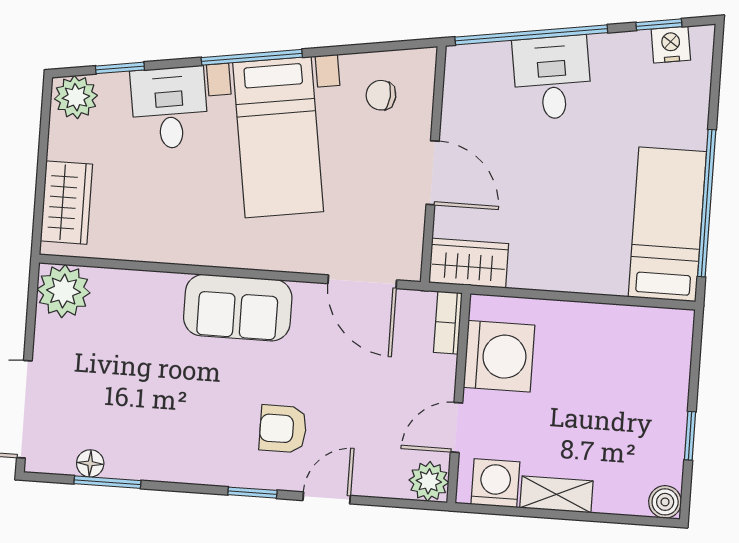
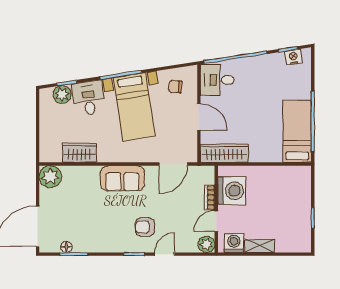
desk: (552, 78) -> (217, 80), moved, turned -81
plant: (76, 97) -> (62, 94), moved
wardrobe: (66, 203) -> (79, 153), moved, turned -90
wardrobe: (469, 263) -> (224, 153), width x1.50
door: (362, 282) -> (173, 164), hinge flipped
bookcase: (448, 323) -> (210, 198), moved
boiler: (665, 502) -> (304, 246), removed

